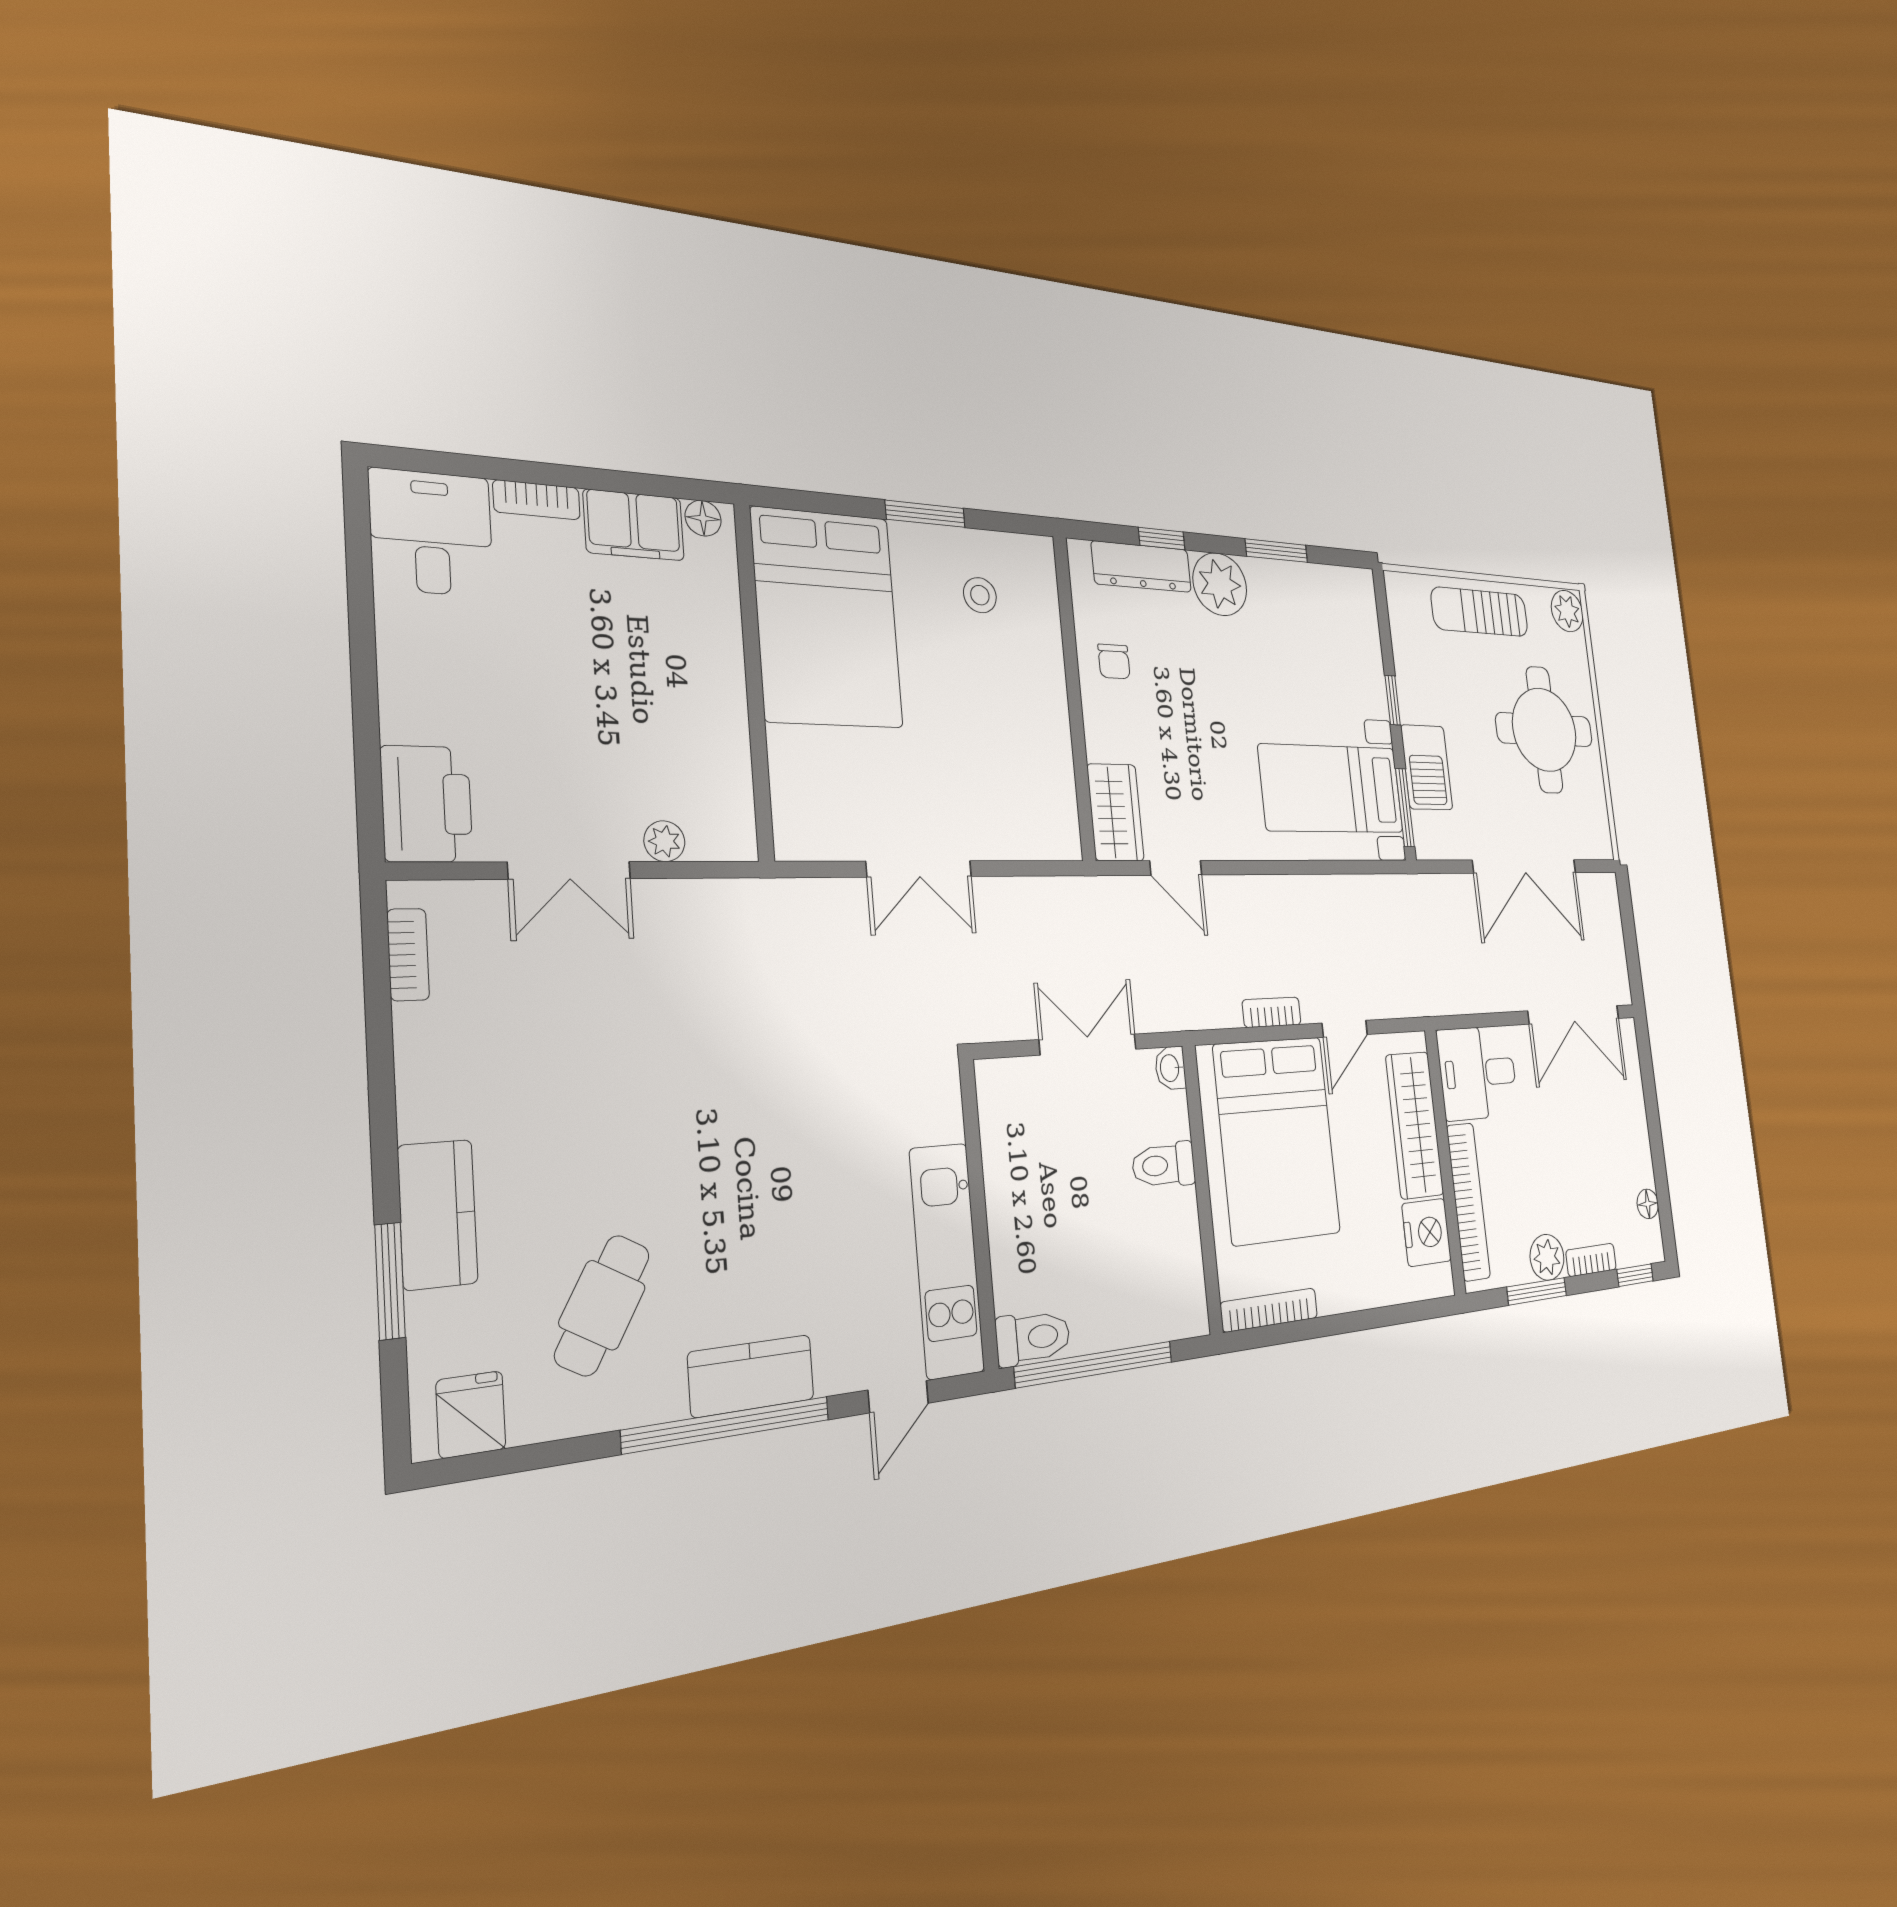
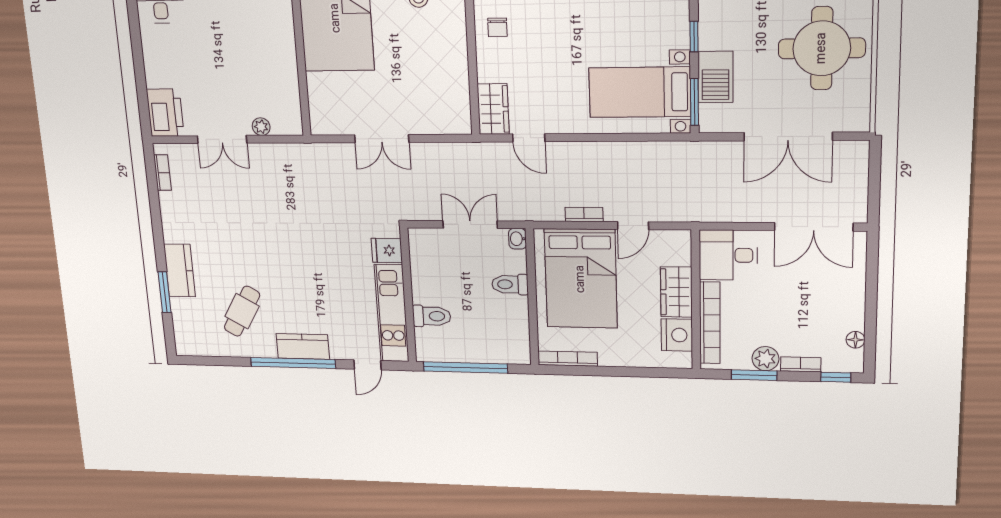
wardrobe: (1415, 1125) -> (676, 292), width x0.67
toilet: (1033, 1338) -> (432, 316), moved
fridge: (471, 1415) -> (387, 250), moved, turned -90

